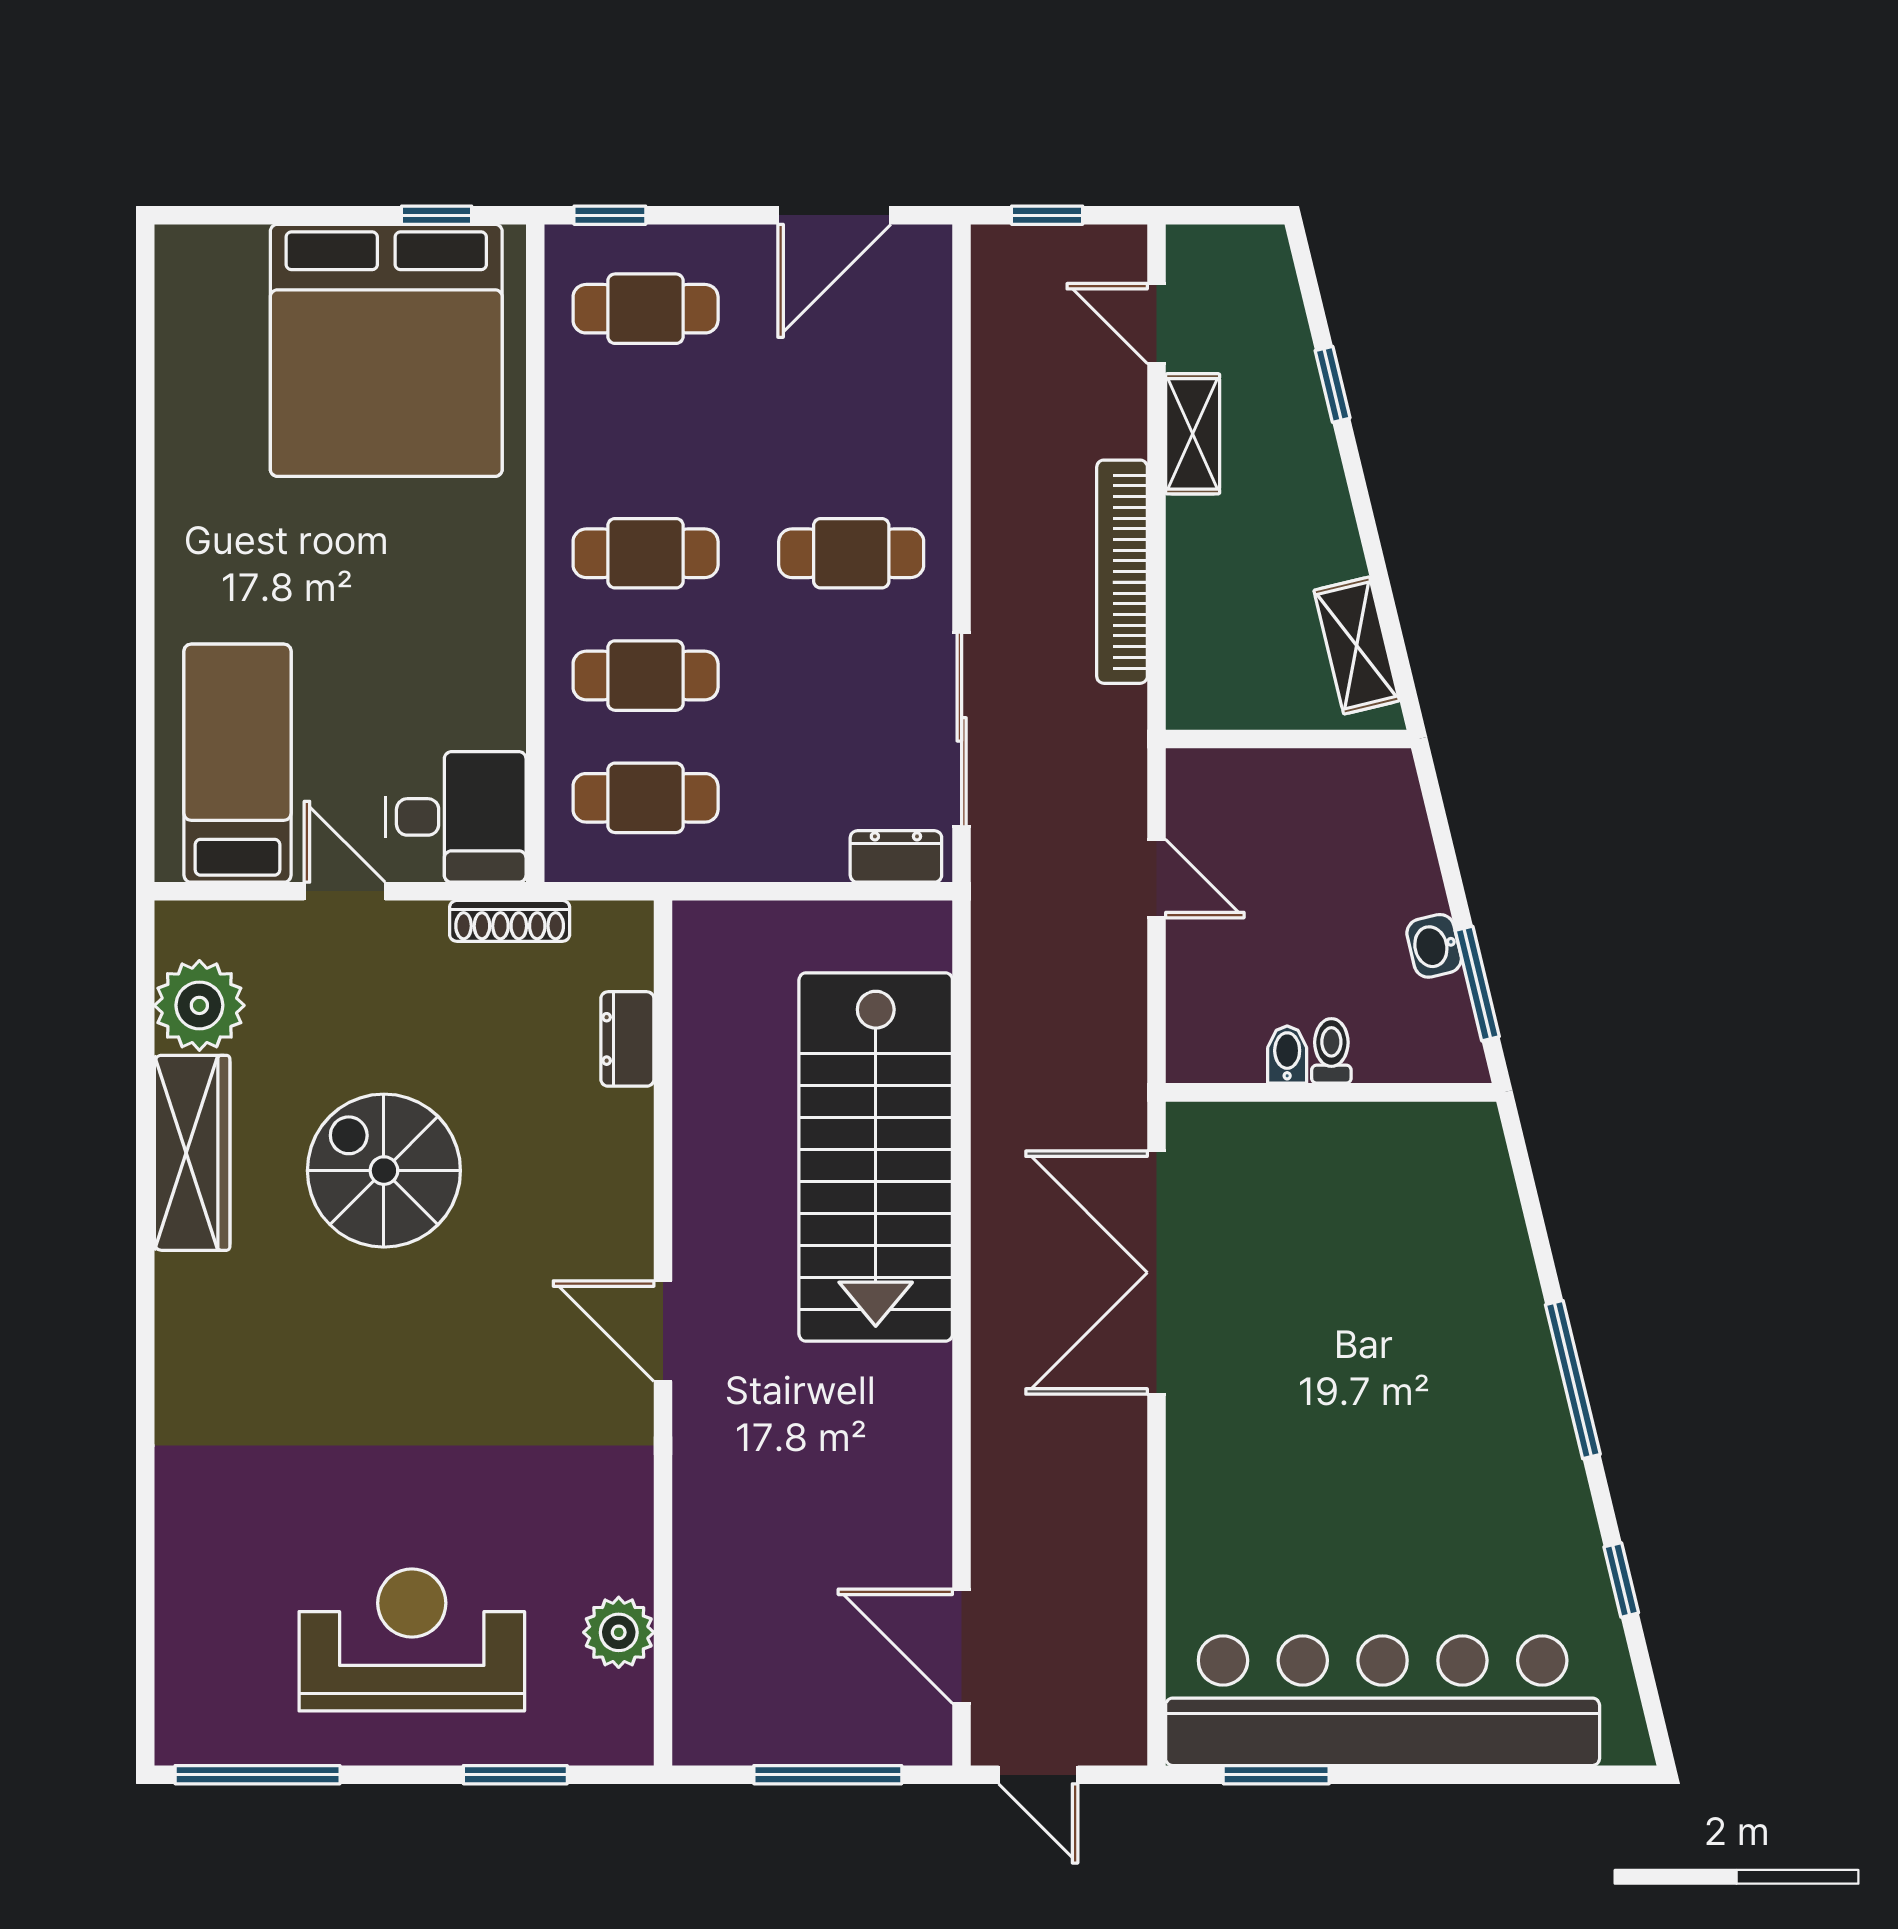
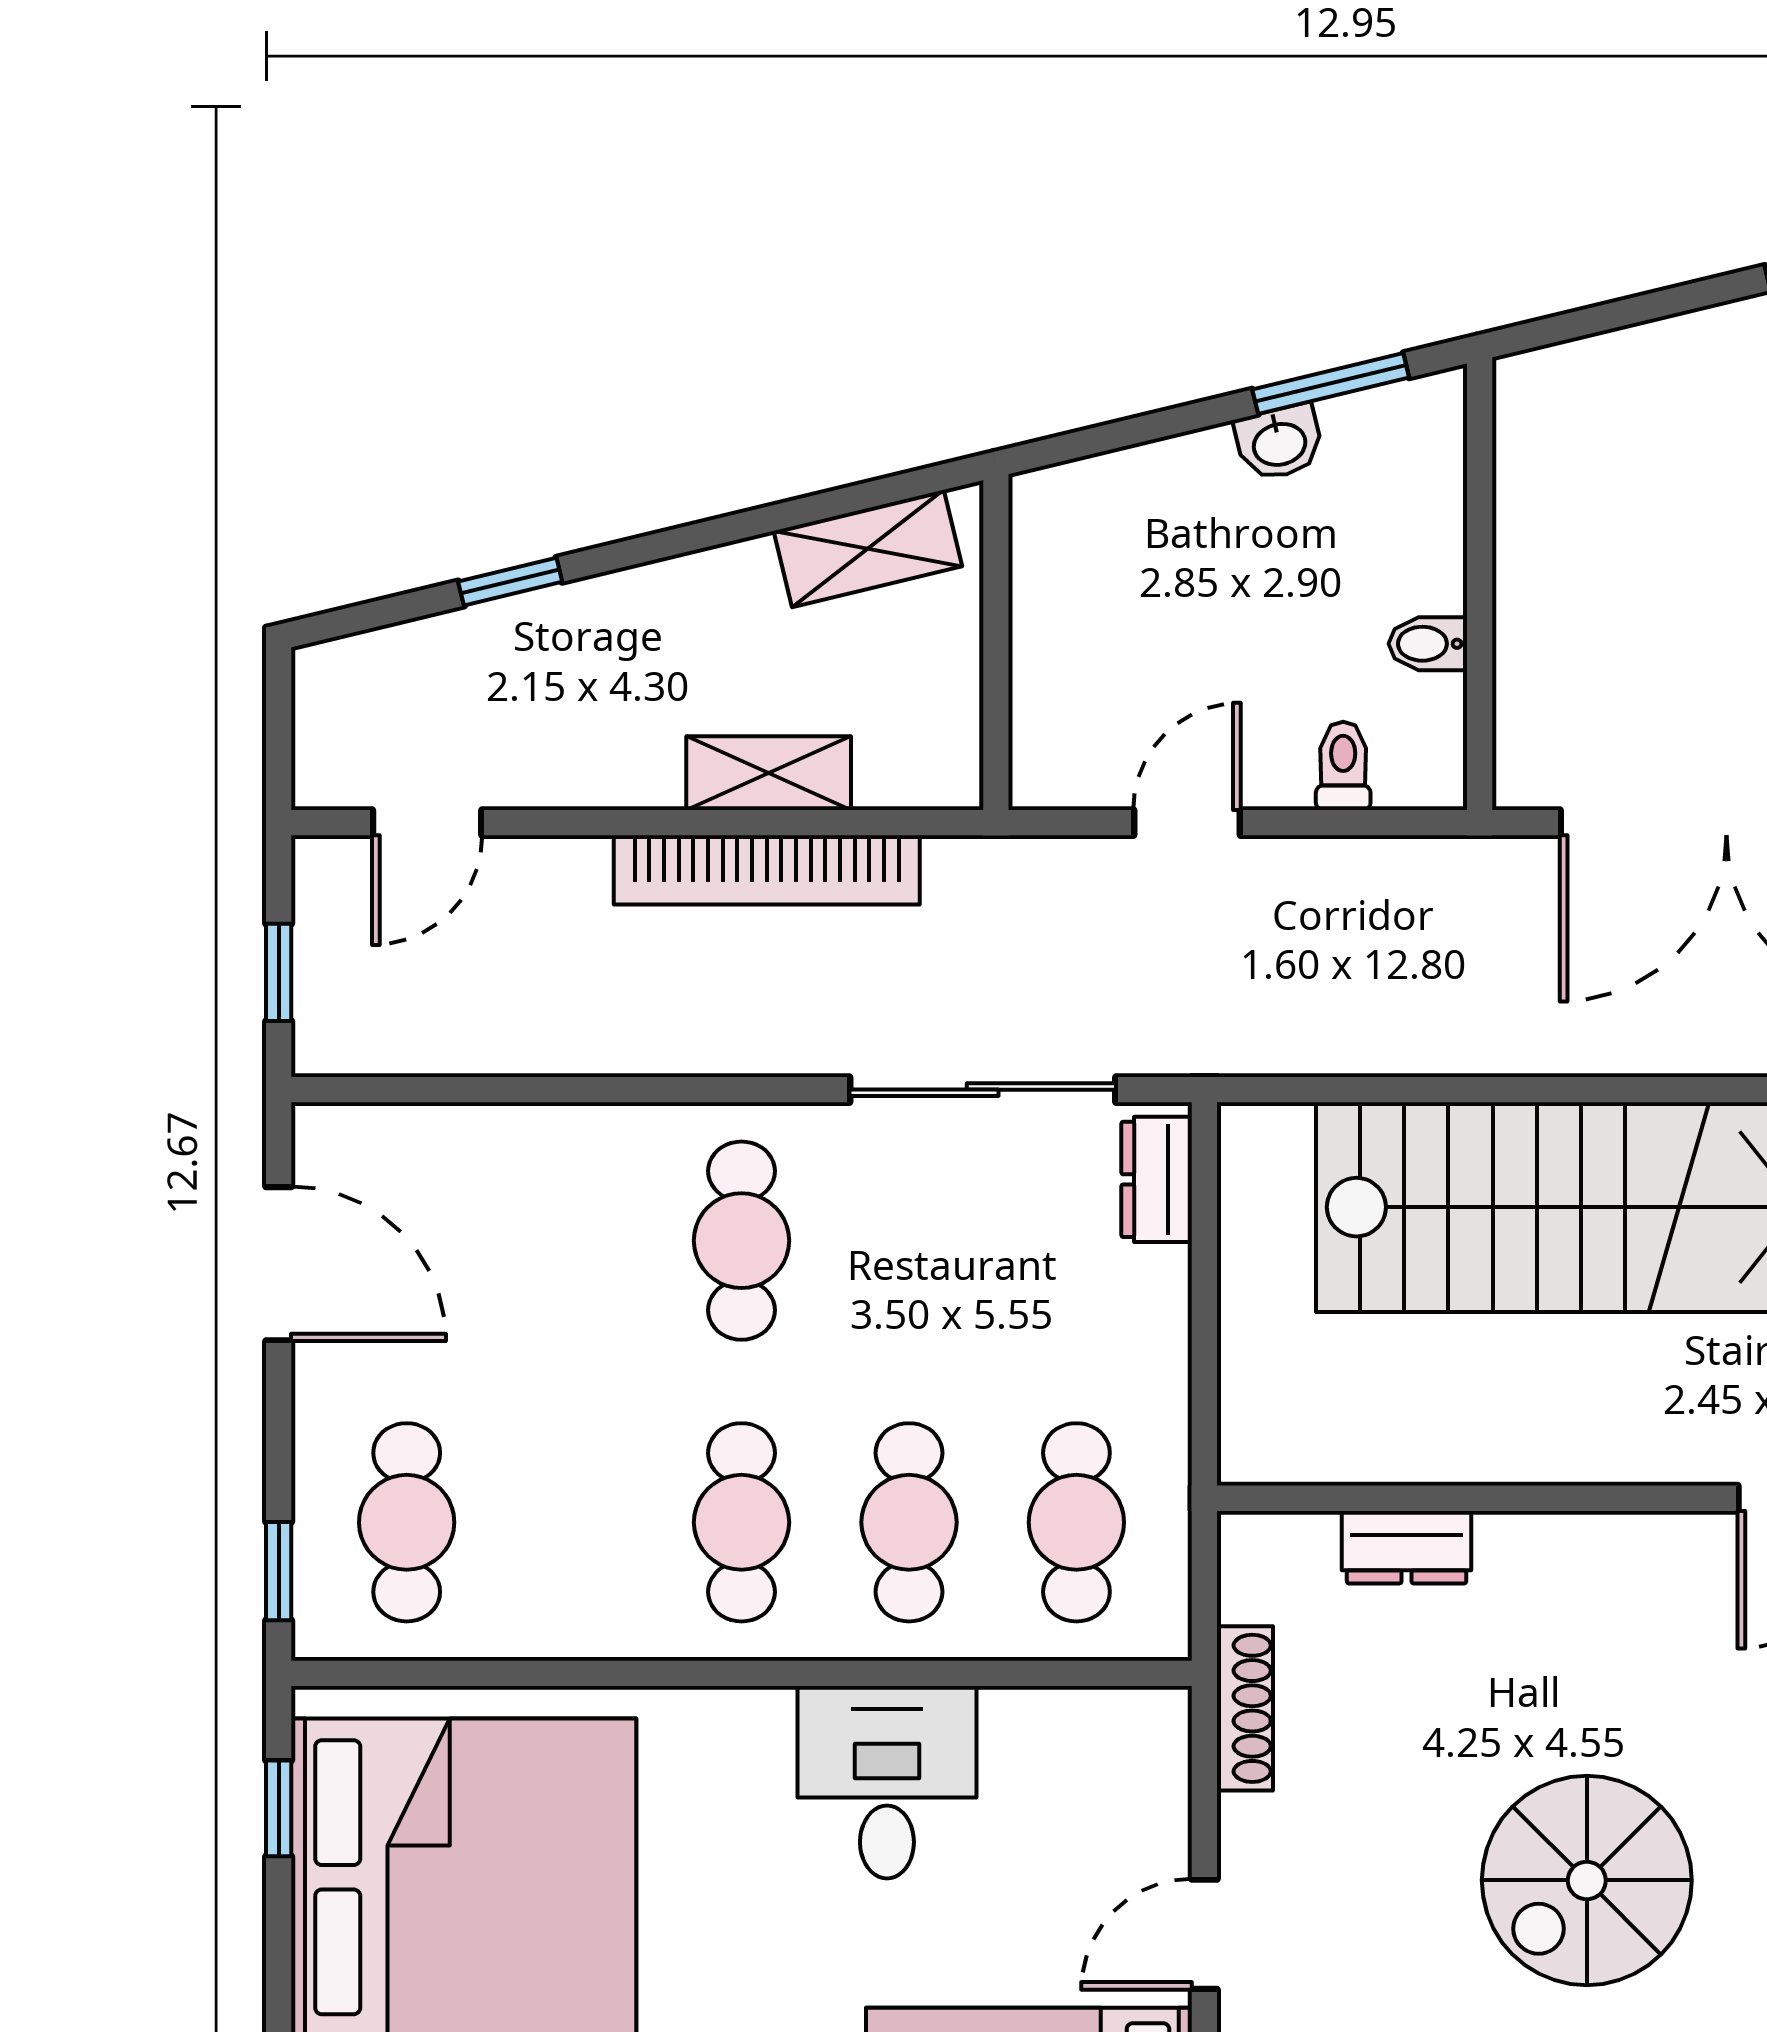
shelving: (1193, 434) -> (769, 773), moved
desk: (456, 817) -> (887, 1782), moved
toilet: (1331, 1051) -> (1343, 766), moved, turned 90

